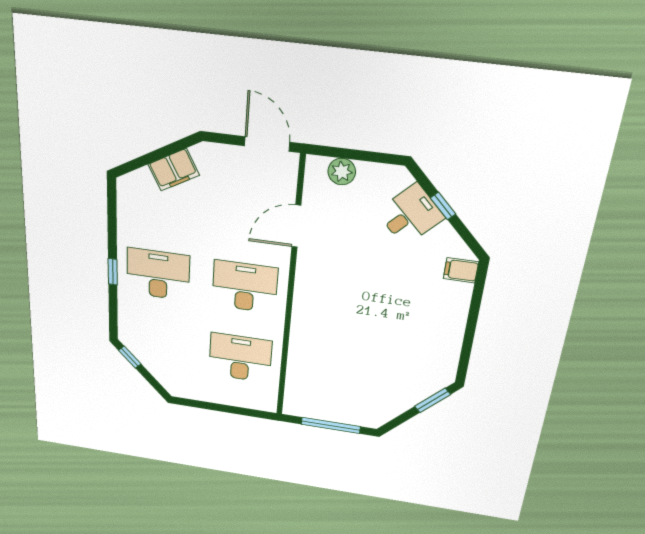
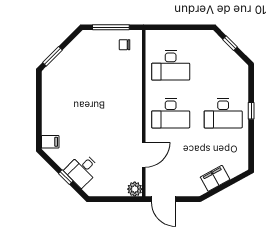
plant: (342, 172) -> (135, 189), moved
window: (130, 357) -> (230, 43), moved
chair: (312, 398) -> (125, 45), added

